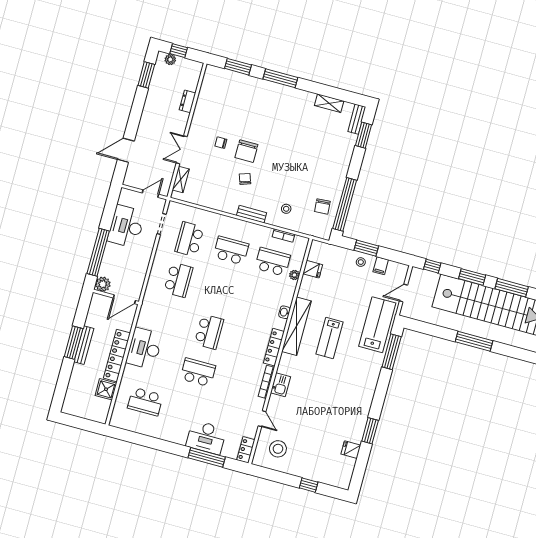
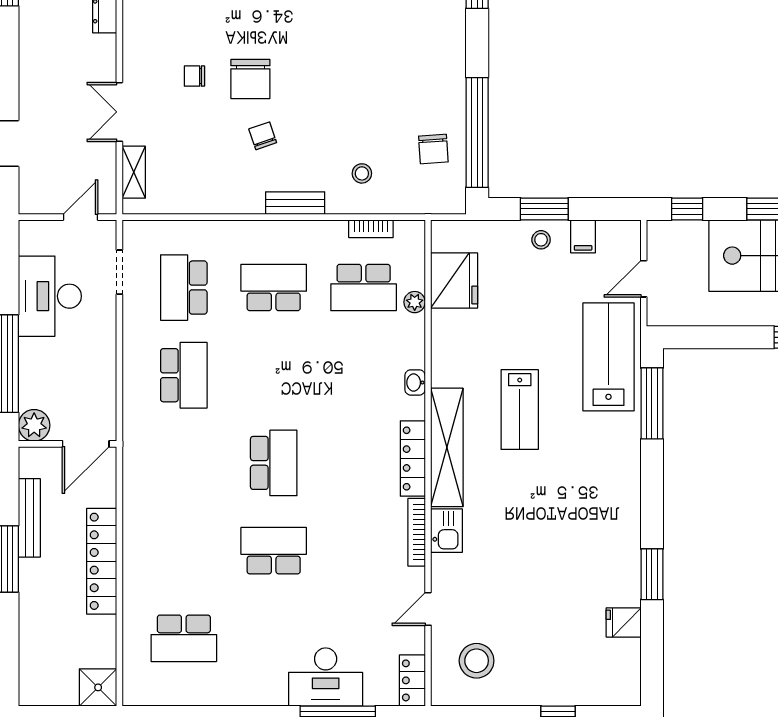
school desk: (273, 262) -> (364, 288), turned 180
fridge: (313, 269) -> (454, 281), width x1.88, depth x1.34
shelving: (297, 326) -> (447, 447), moved
bench: (84, 345) -> (29, 518), moved
desk: (144, 348) -> (153, 532), removed
shower: (106, 389) -> (98, 687), moved
door: (262, 419) -> (428, 609), swing flipped

